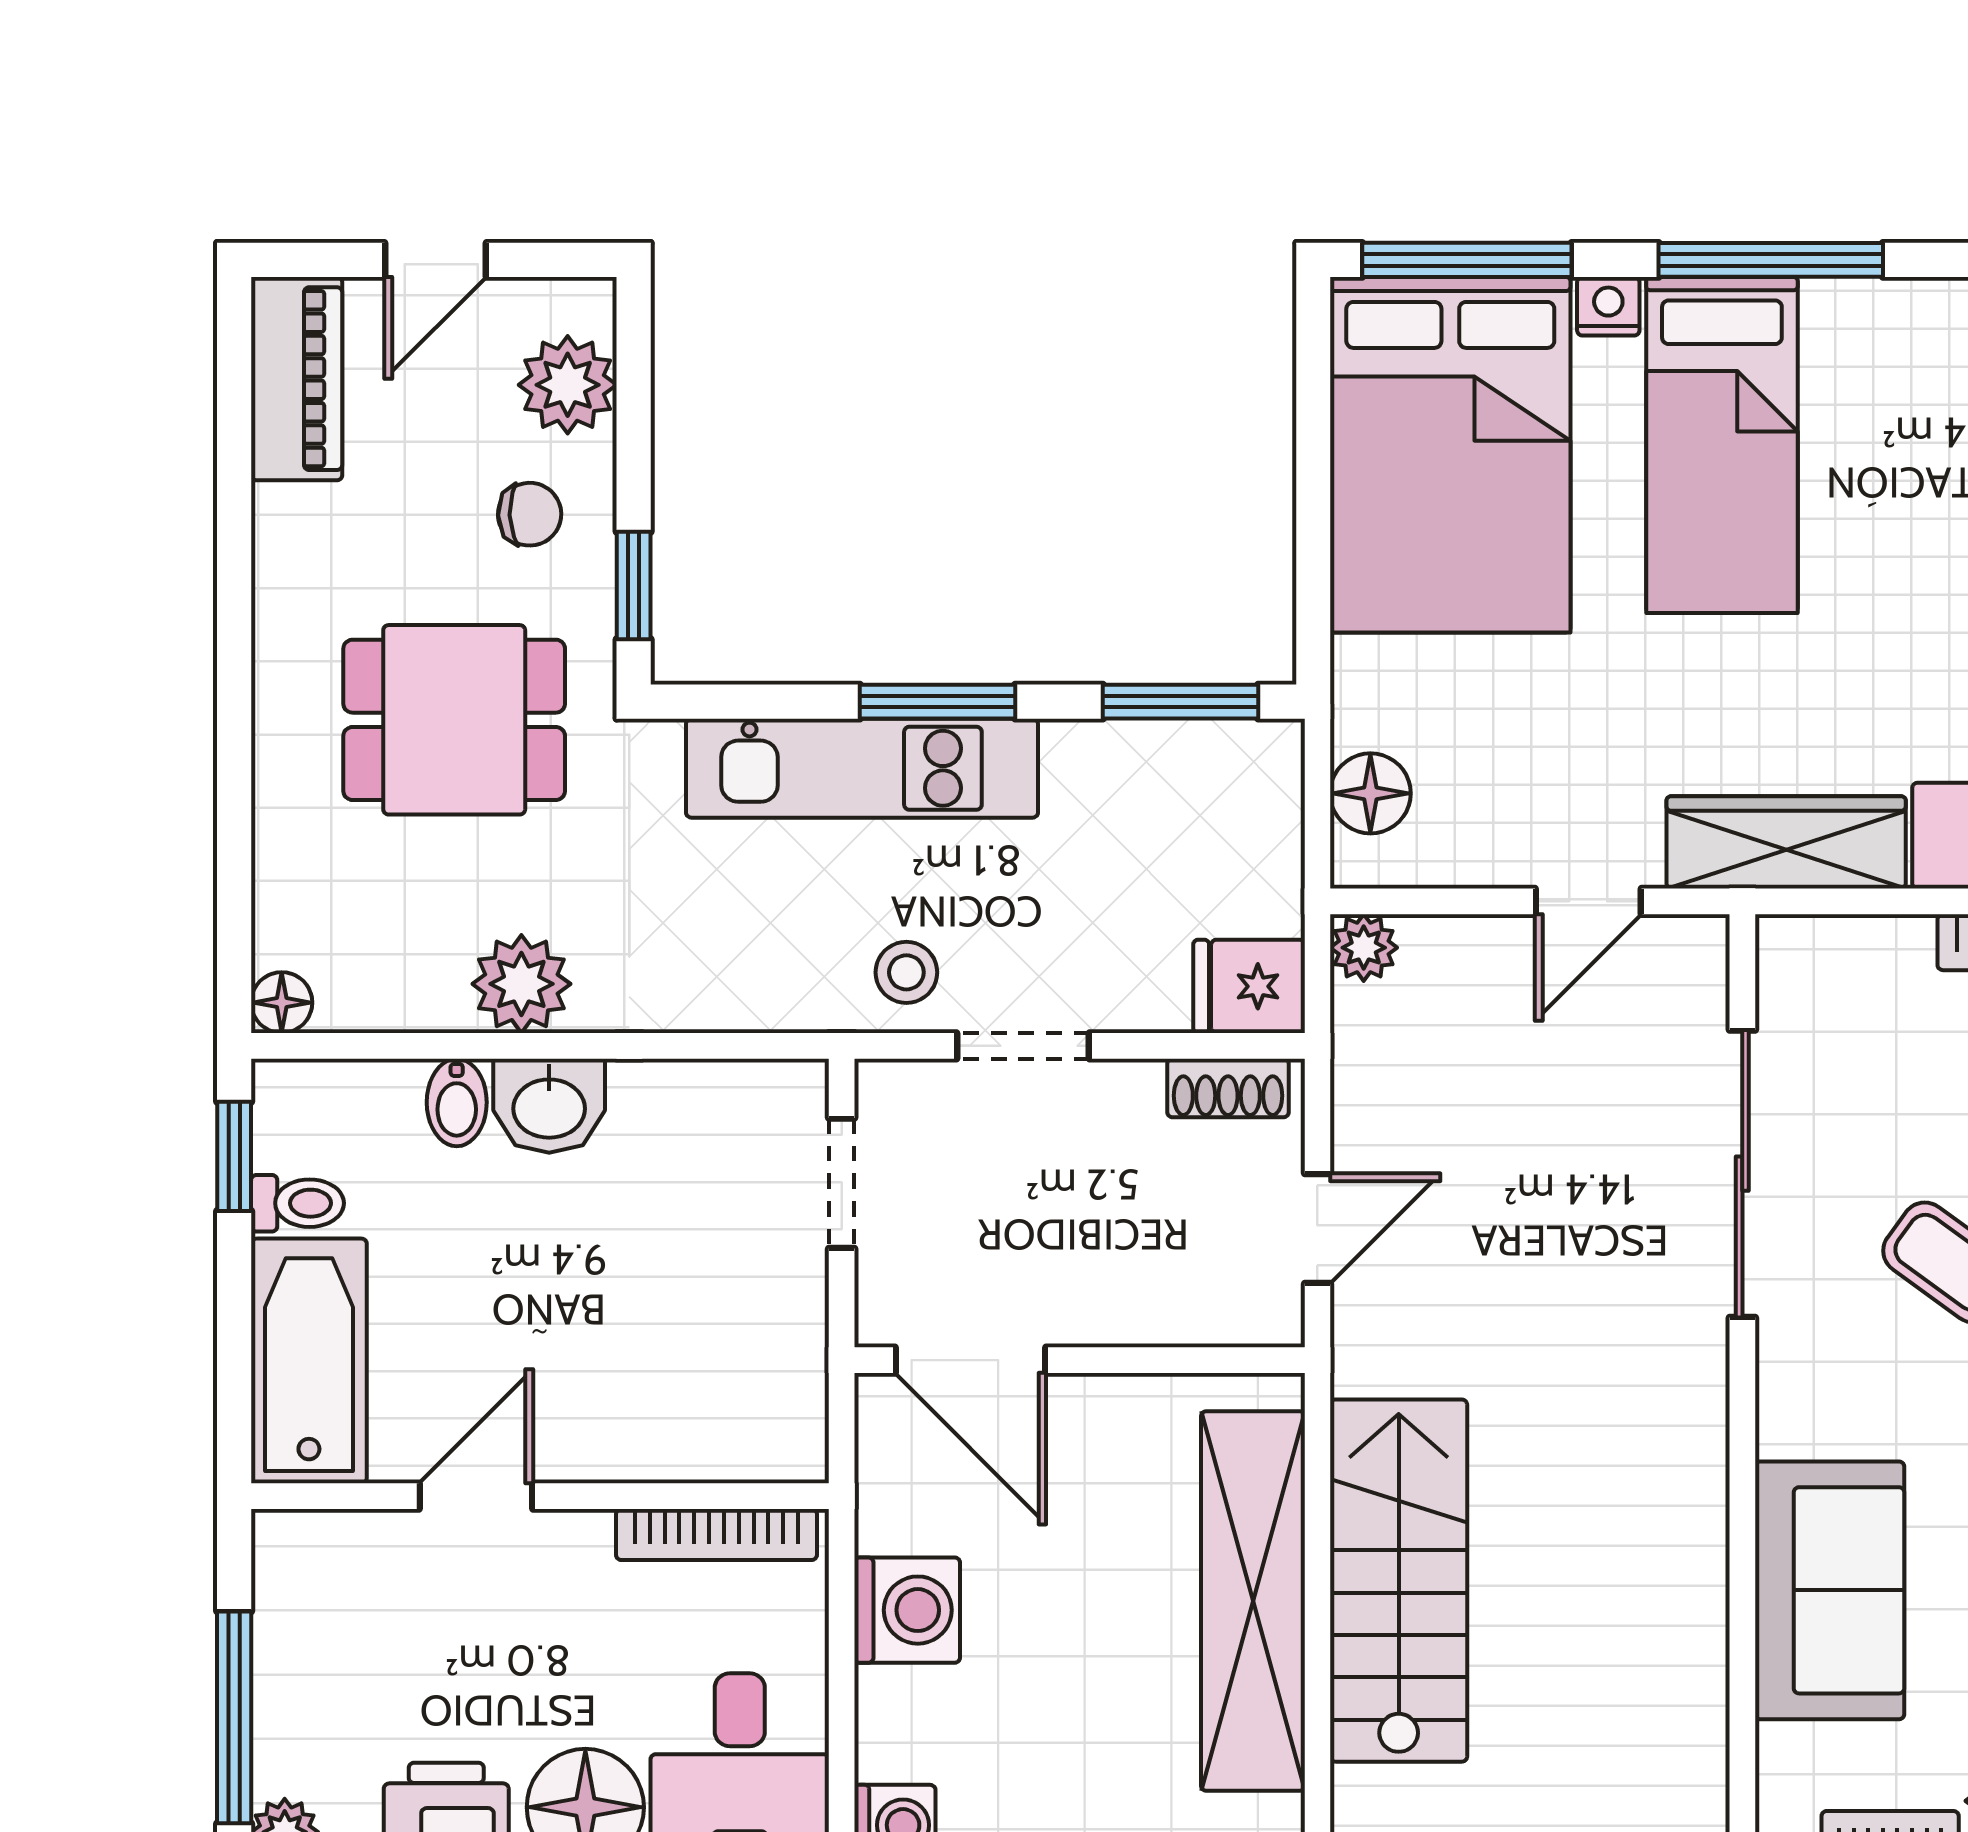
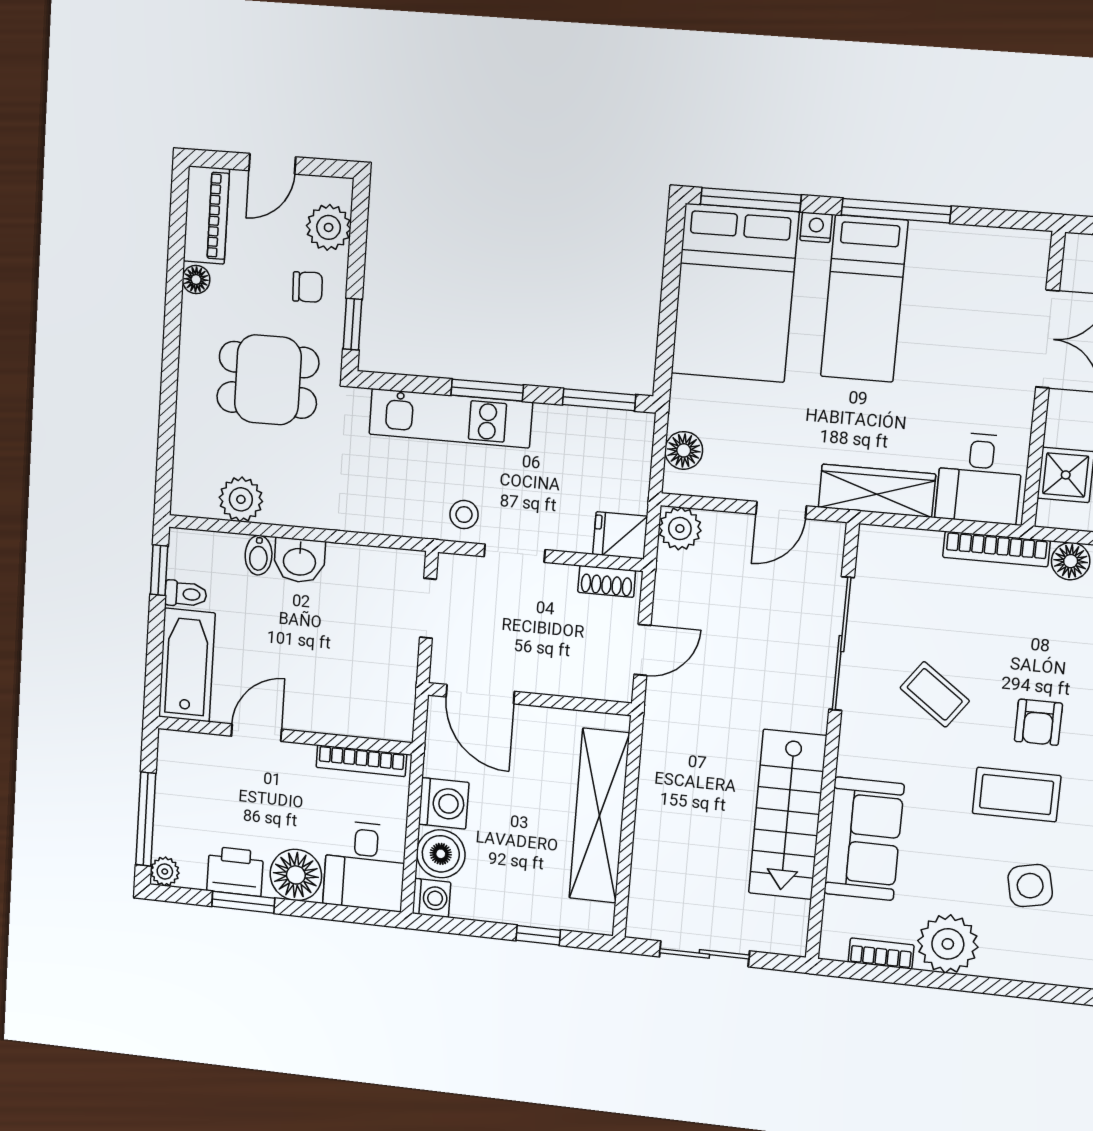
plant: (1364, 948) -> (680, 529), width x1.38, depth x1.38
plant: (521, 984) -> (241, 499), moved
floor lamp: (282, 1003) -> (196, 280), moved
stairs: (1399, 1581) -> (788, 815), moved, turned 180
boiler: (909, 1724) -> (441, 854), added

